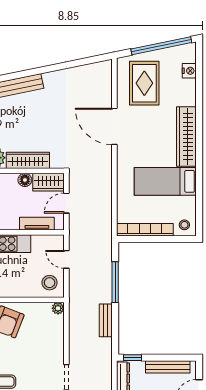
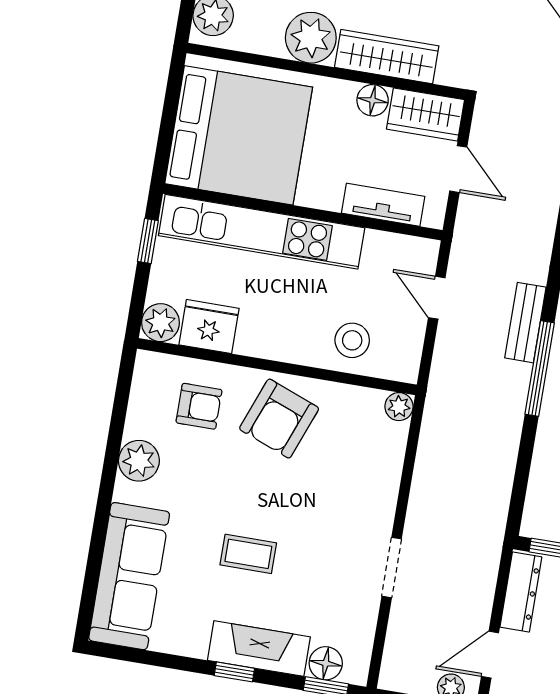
door: (66, 203) -> (458, 169), swing flipped
stool: (50, 283) -> (352, 340), moved
bench: (106, 320) -> (525, 323), moved

